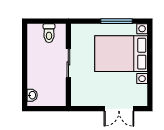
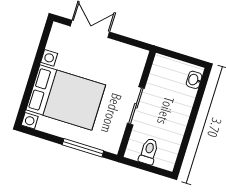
window: (117, 21) -> (83, 148), moved

